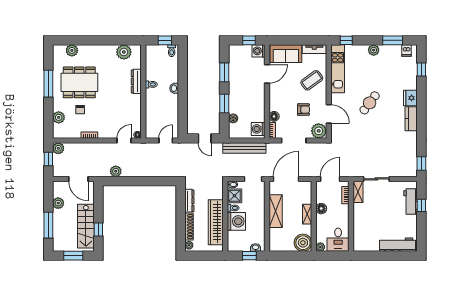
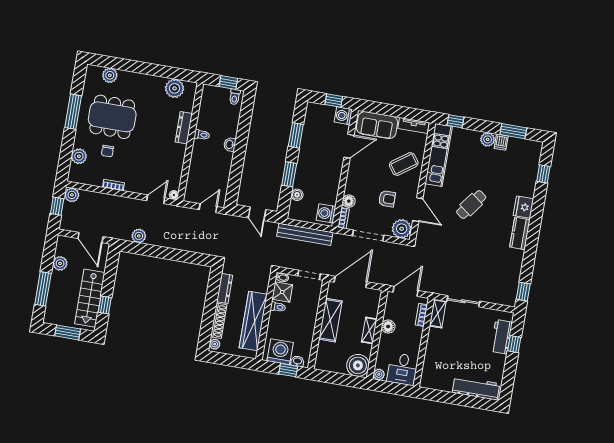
dishwasher: (407, 50) -> (501, 142), moved
washing machine: (236, 221) -> (280, 352), moved, turned -90

